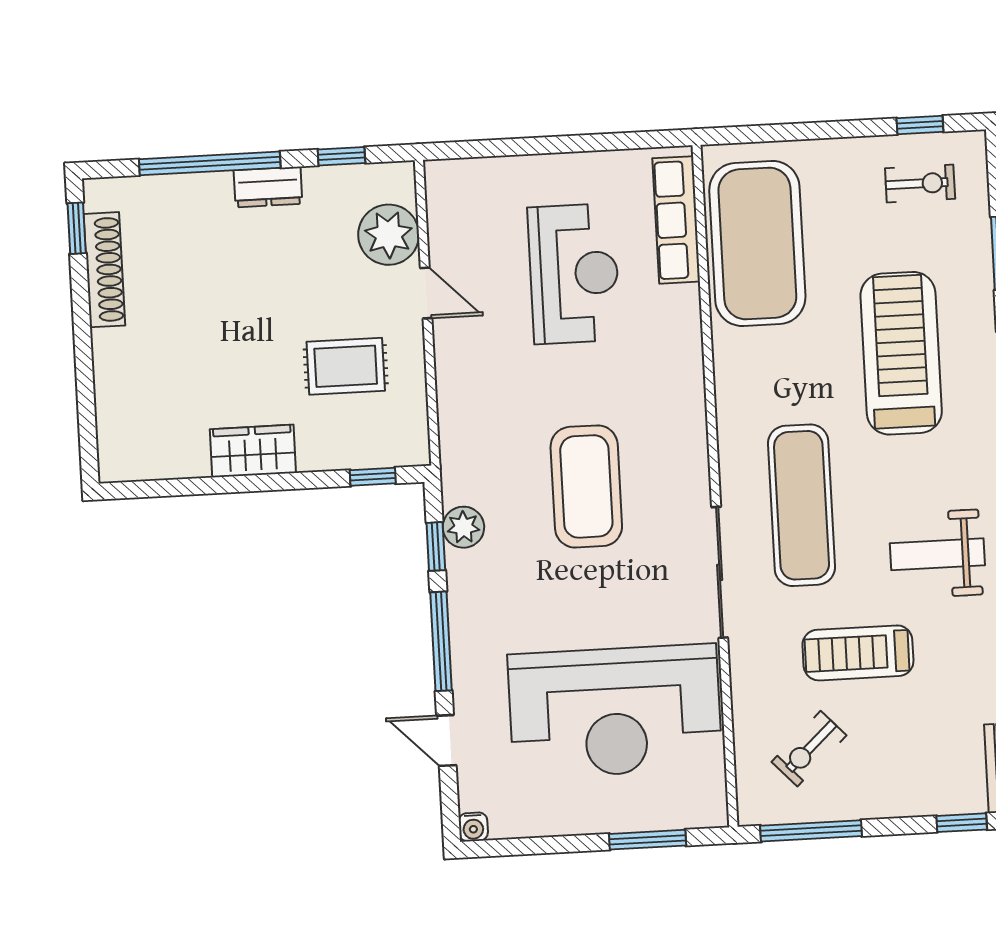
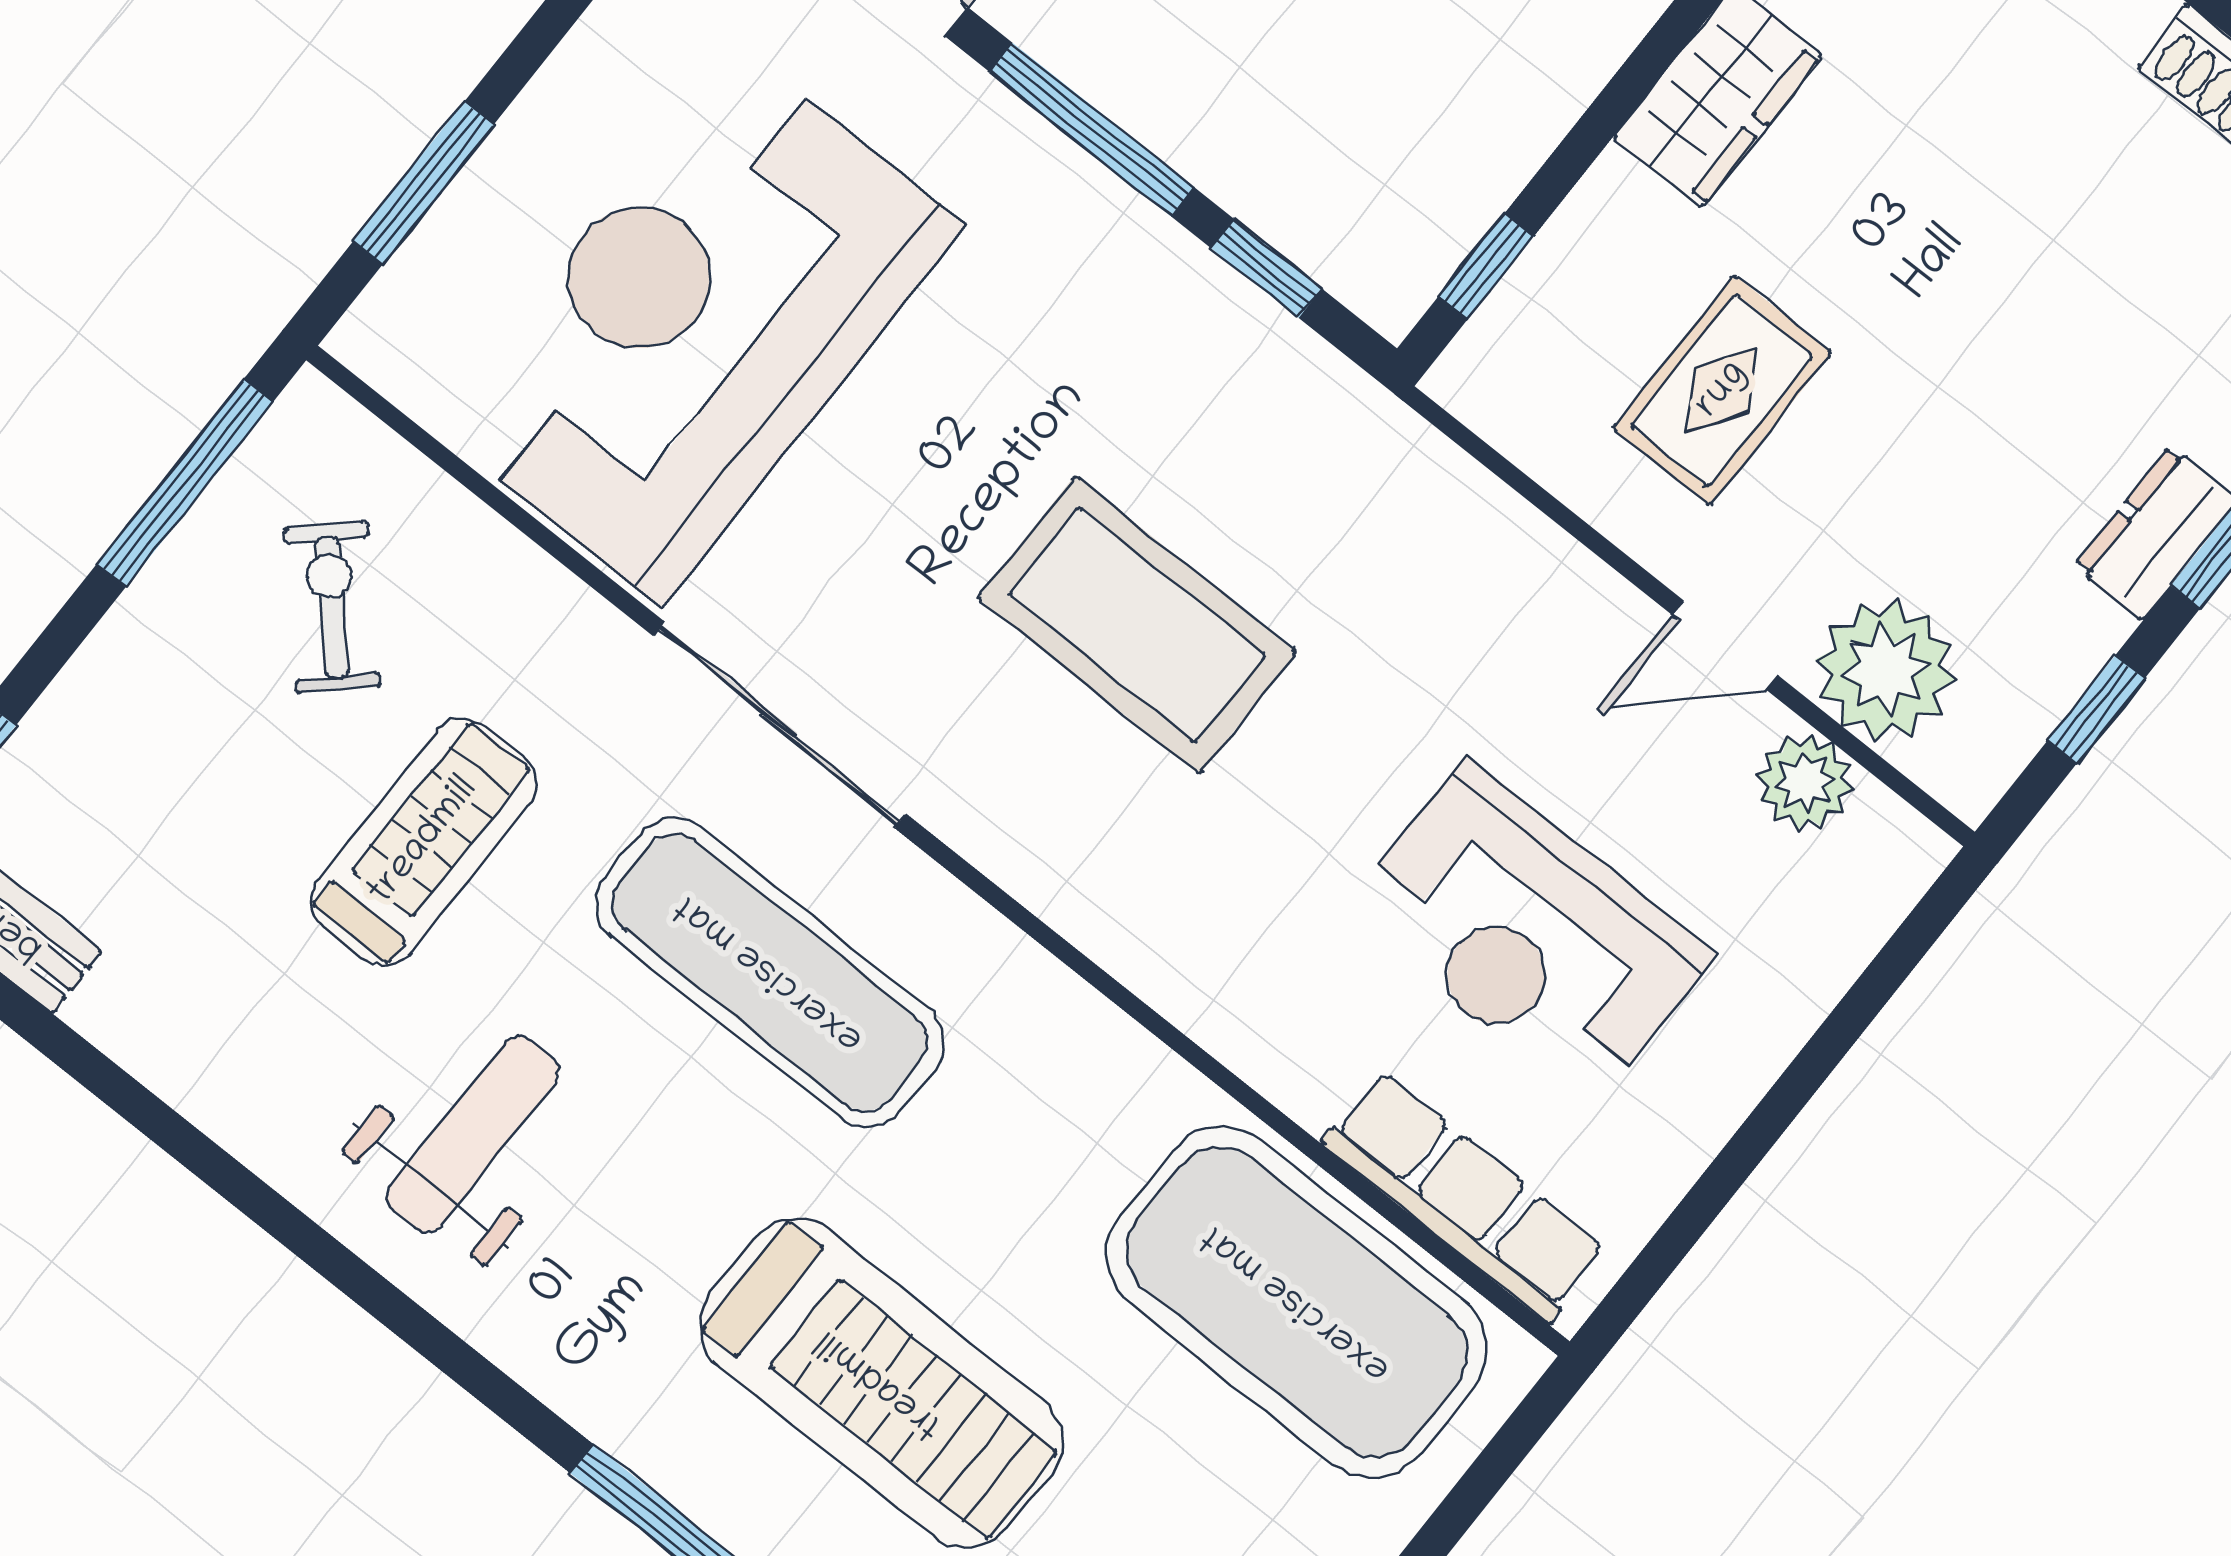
plant: (463, 527) -> (1805, 782), moved

